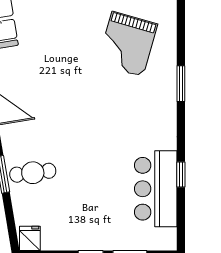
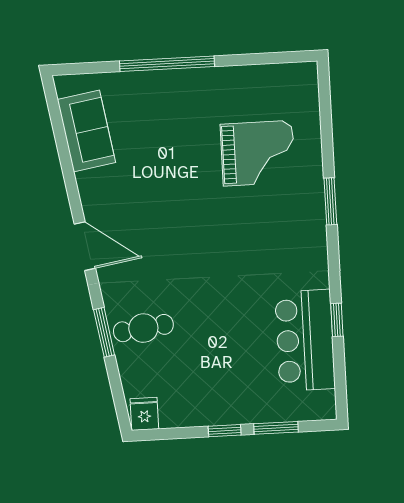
grand piano: (127, 44) -> (258, 153), turned -106

